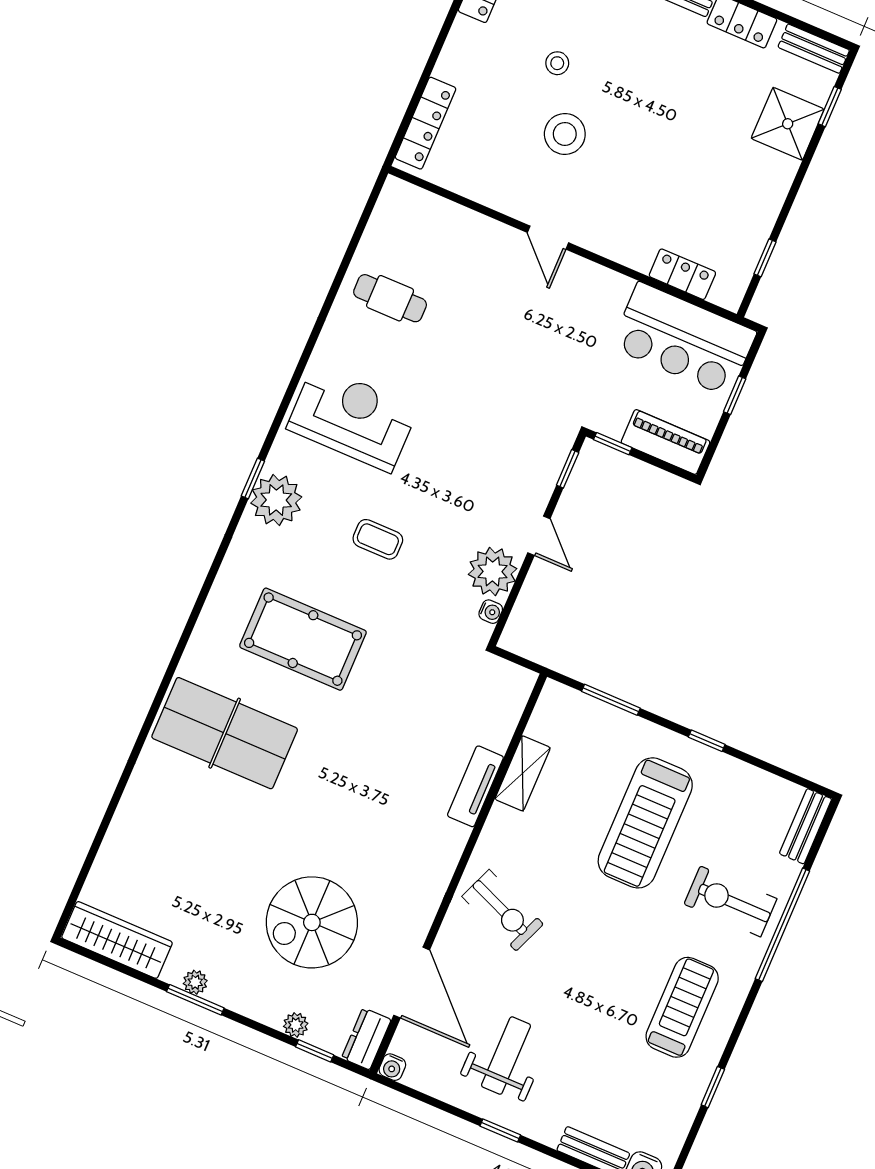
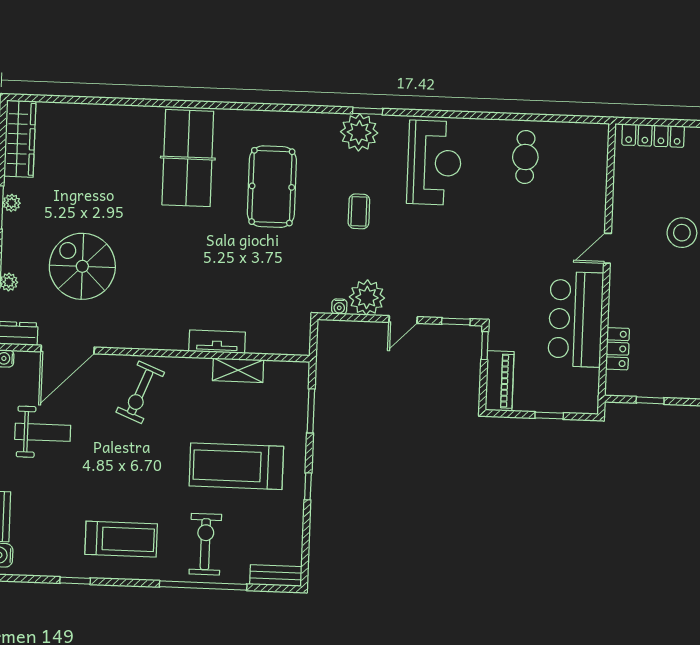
bar counter: (684, 339) -> (576, 319), moved

